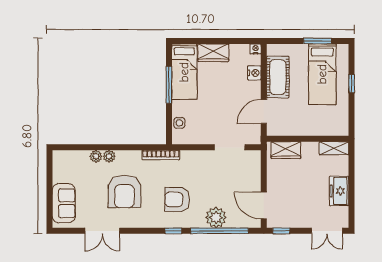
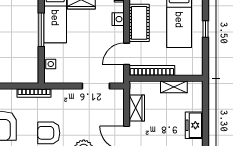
bookcase: (292, 130) -> (152, 71), added
shelving: (334, 148) -> (174, 87), moved
wardrobe: (286, 150) -> (137, 108), moved, turned -90

